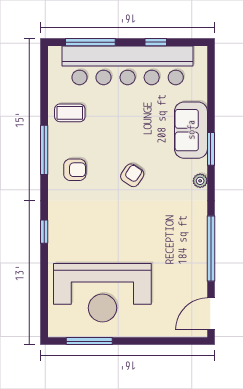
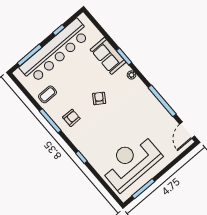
reception desk: (102, 293) -> (131, 162), turned 180

